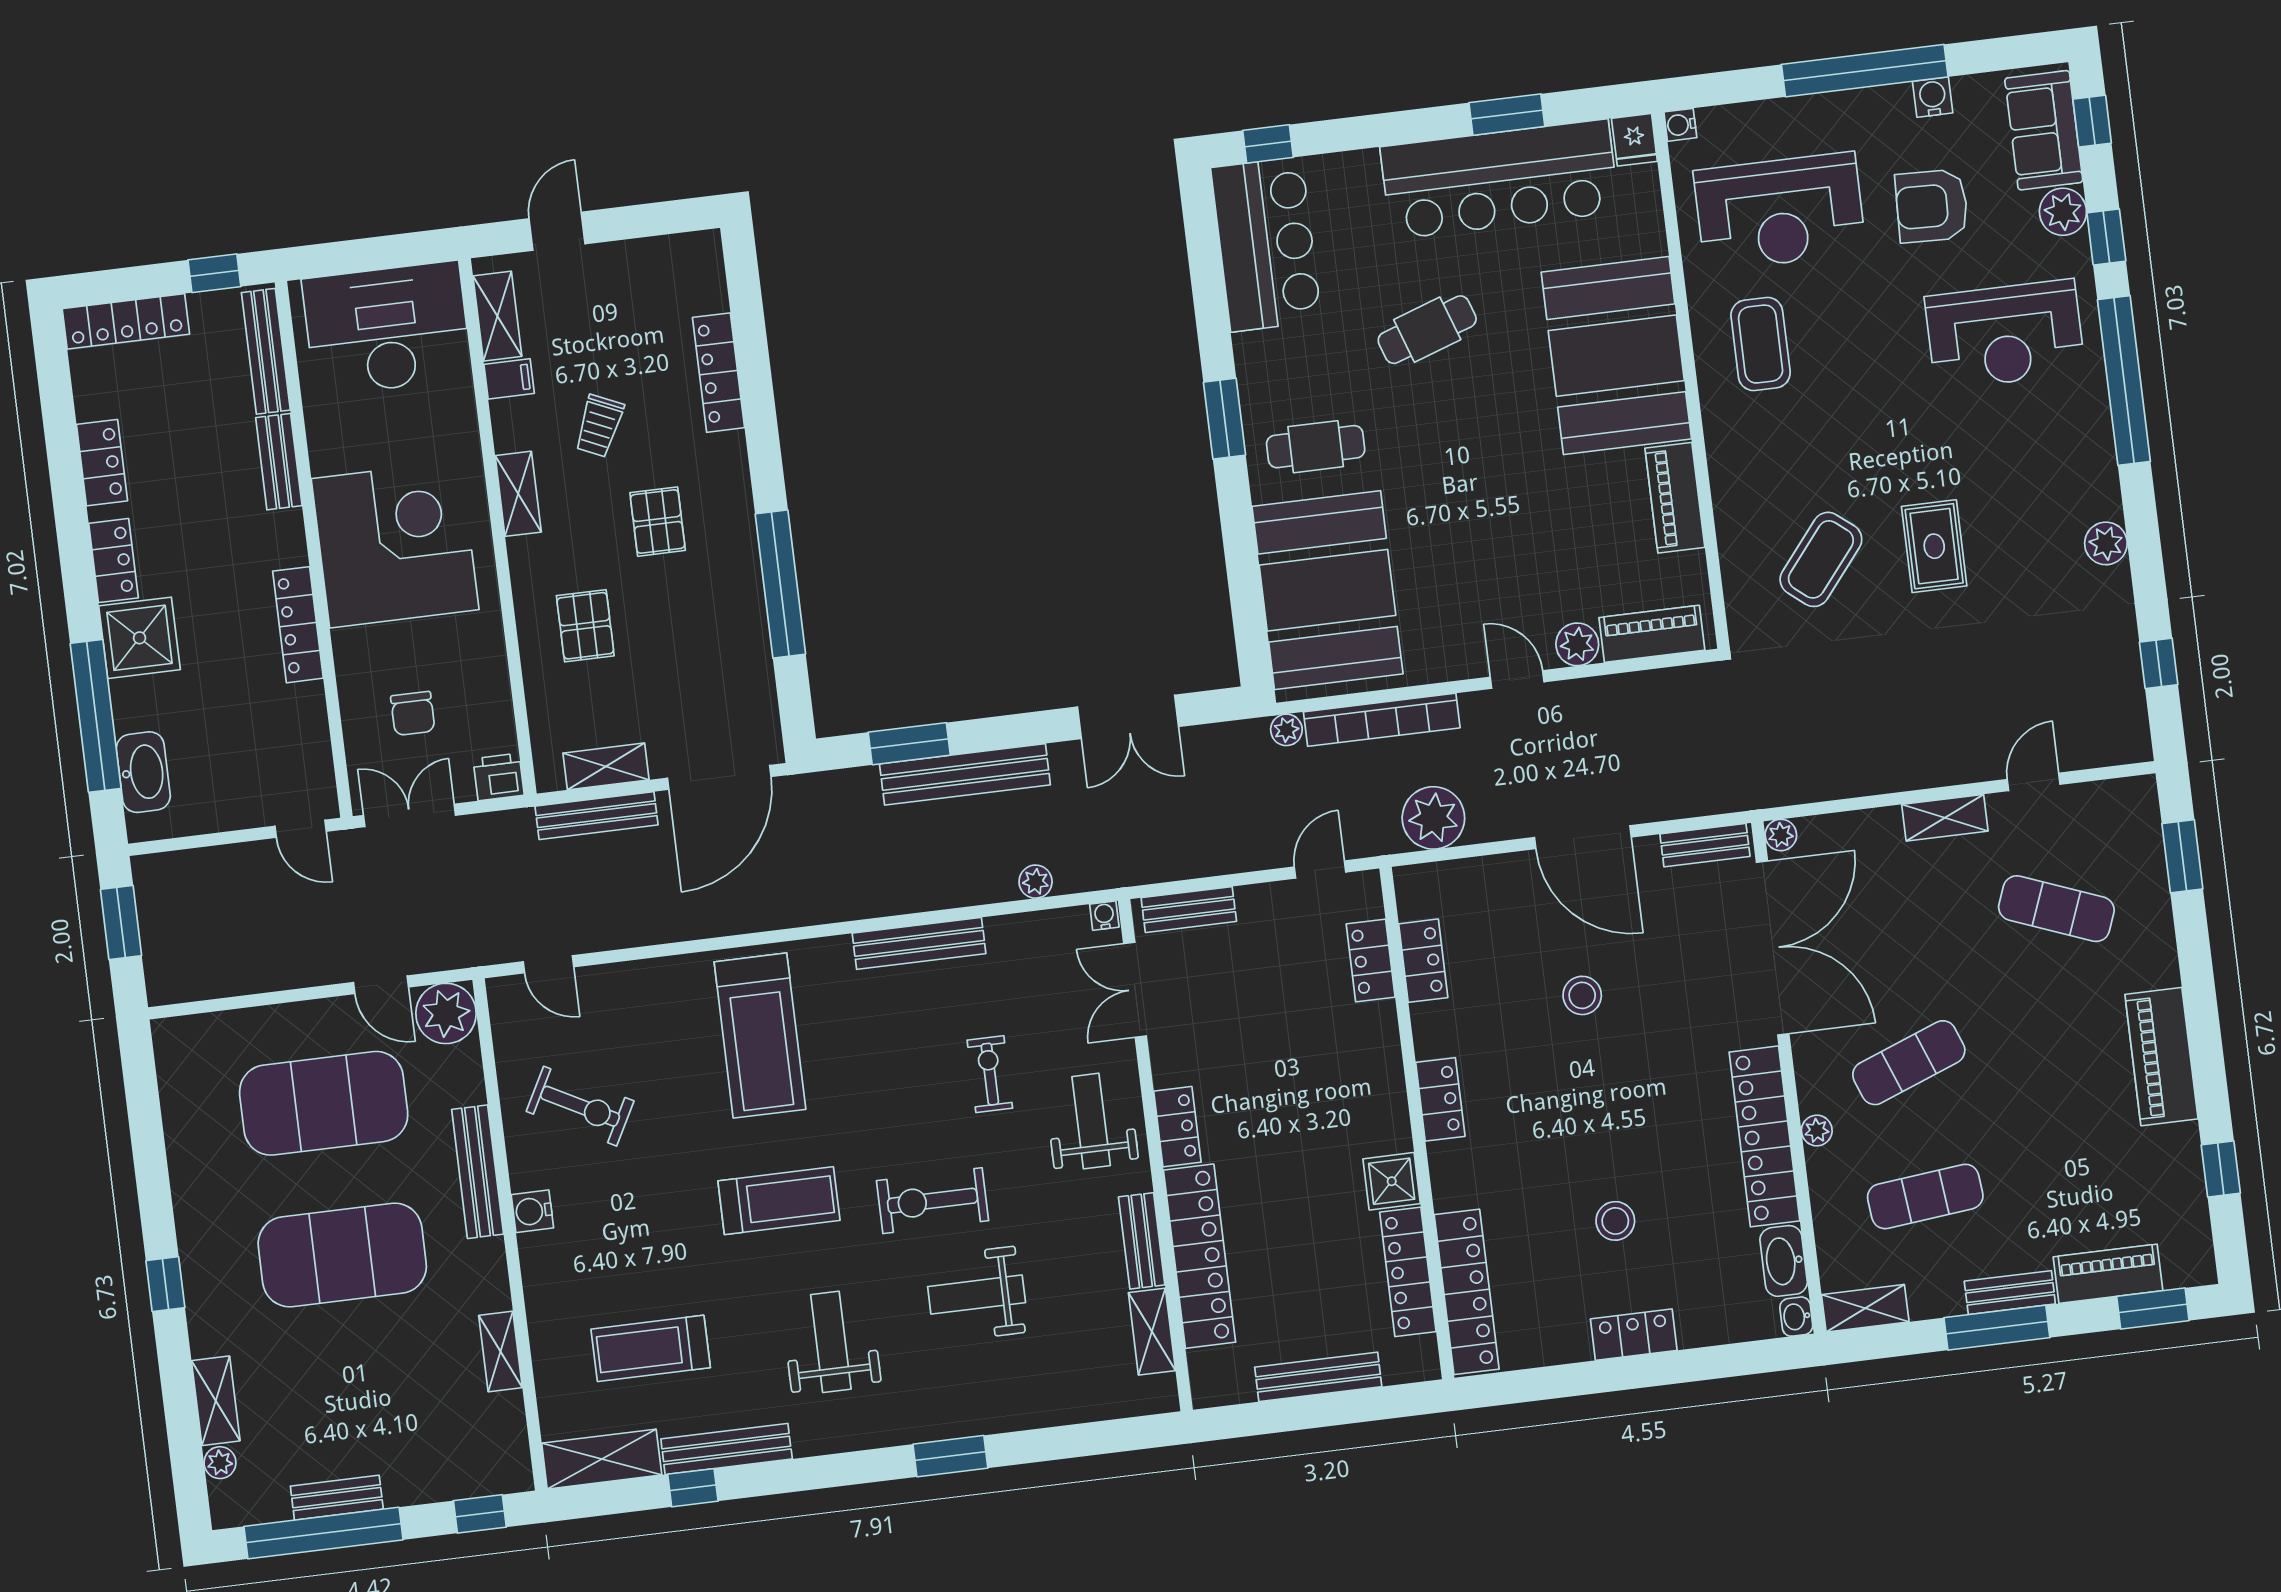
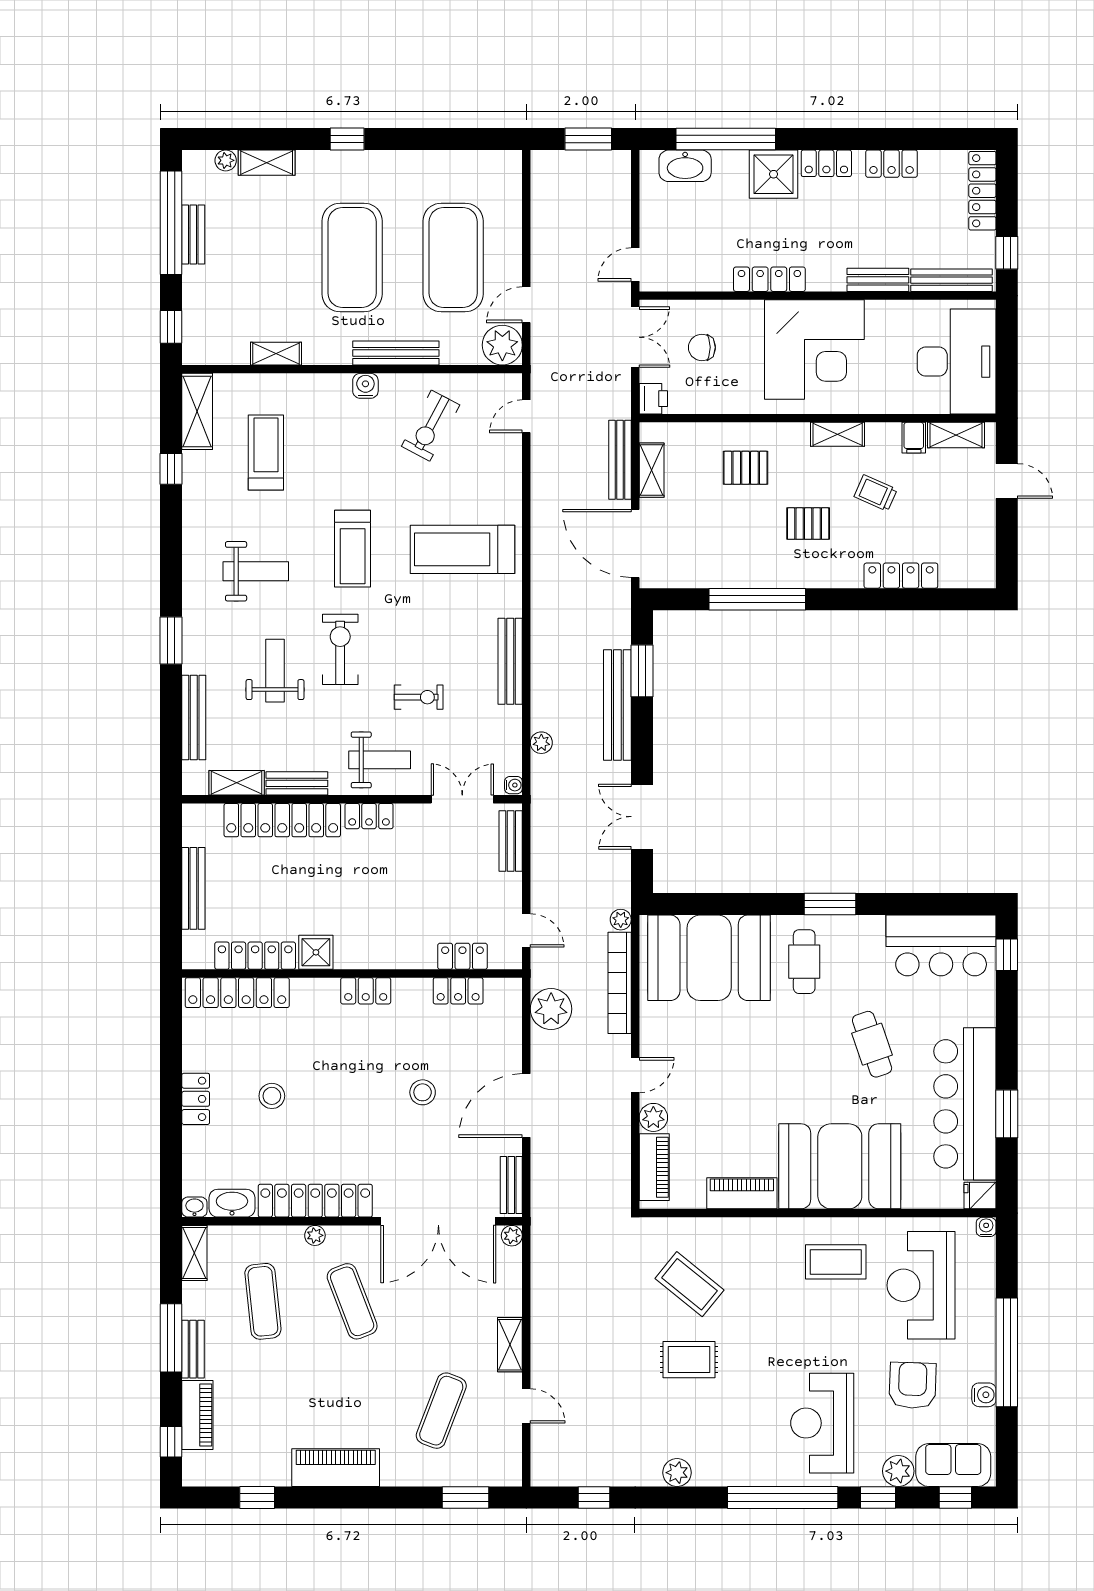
window: (2153, 1308) -> (171, 1442), width x0.67
bench: (727, 1449) -> (194, 717), moved

